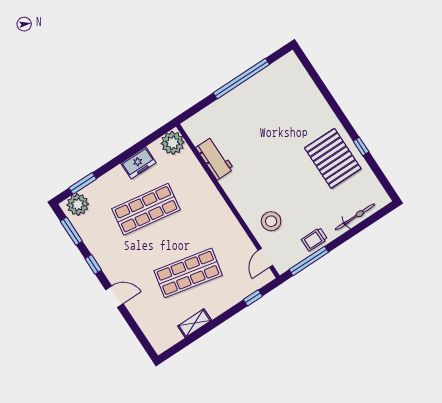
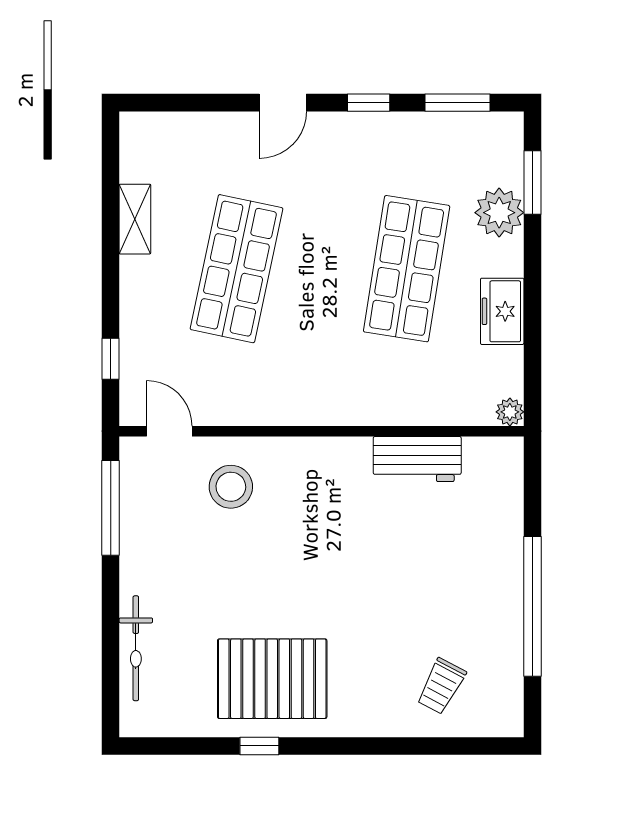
plant: (173, 143) -> (510, 412), width x0.53, depth x0.53
plant: (78, 205) -> (499, 213), moved
trolley: (314, 239) -> (441, 686), moved, turned -152

